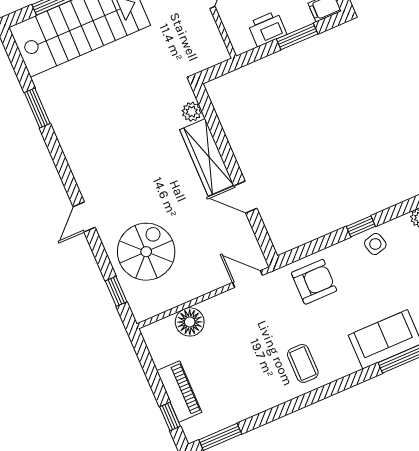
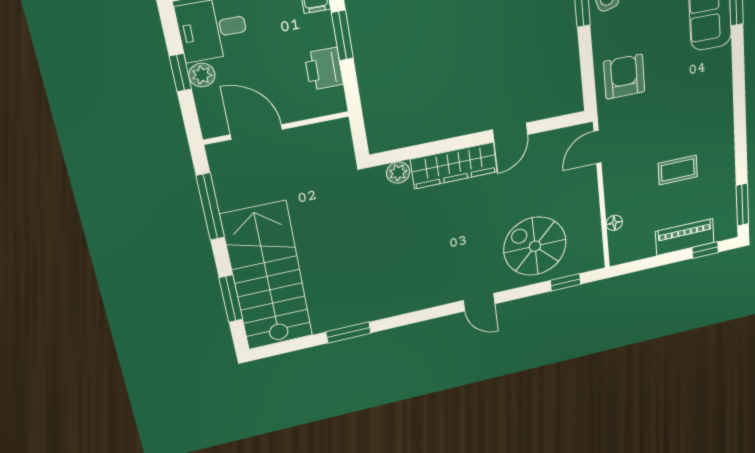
floor lamp: (190, 322) -> (614, 223), width x0.53, depth x0.53
coffee table: (303, 363) -> (678, 170), moved

